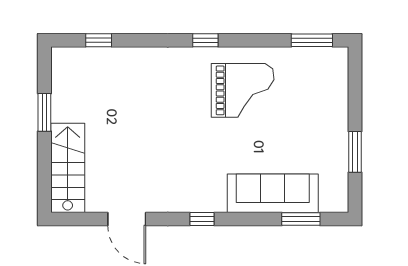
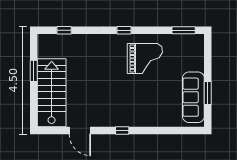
stairs: (68, 168) -> (52, 93), width x1.36, depth x1.51
sofa: (273, 193) -> (193, 97), moved, turned -90
window: (301, 219) -> (177, 130), removed

